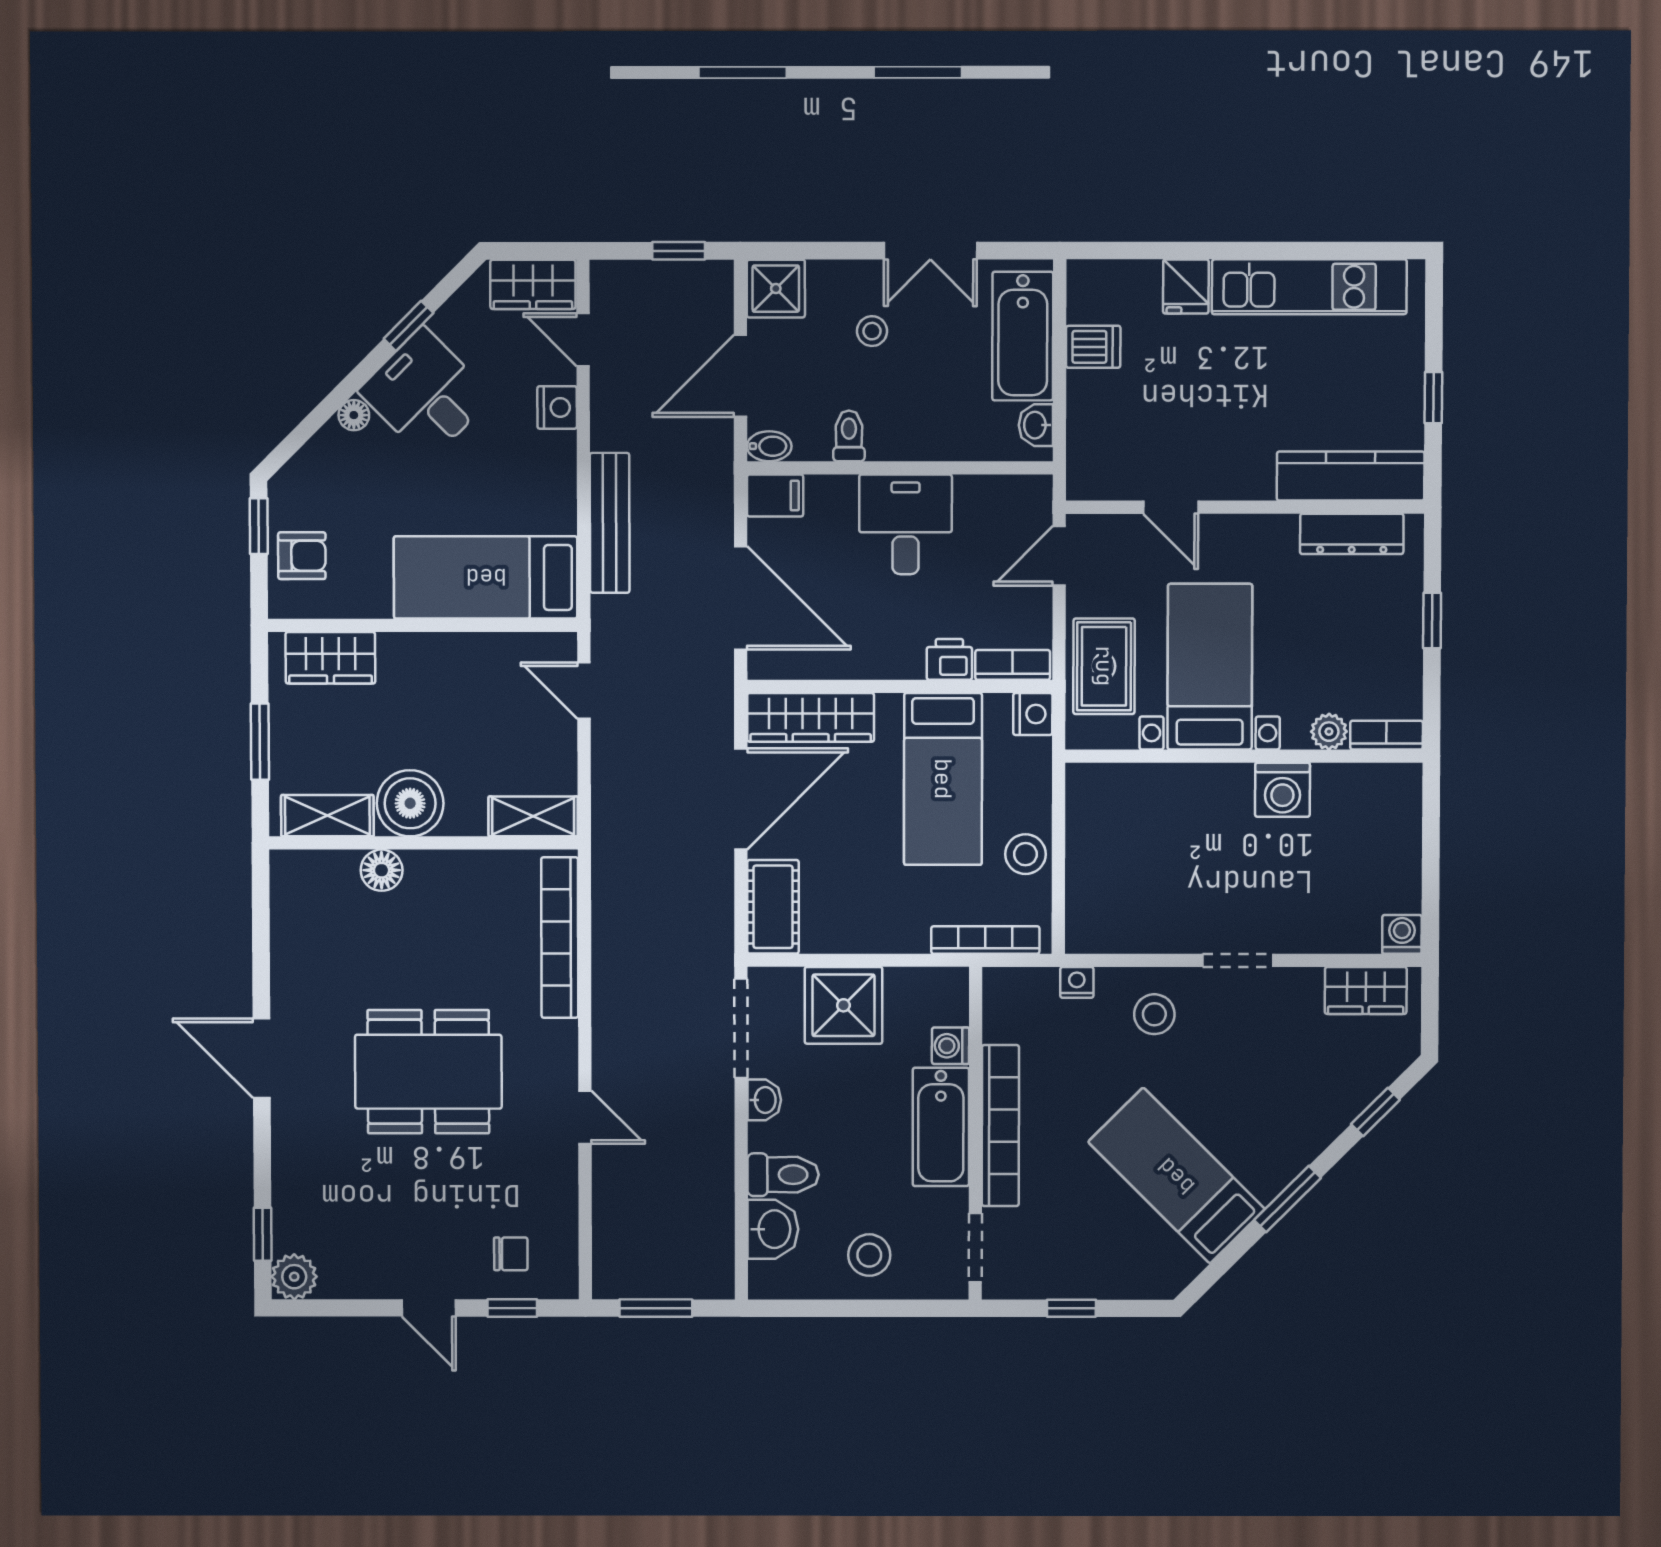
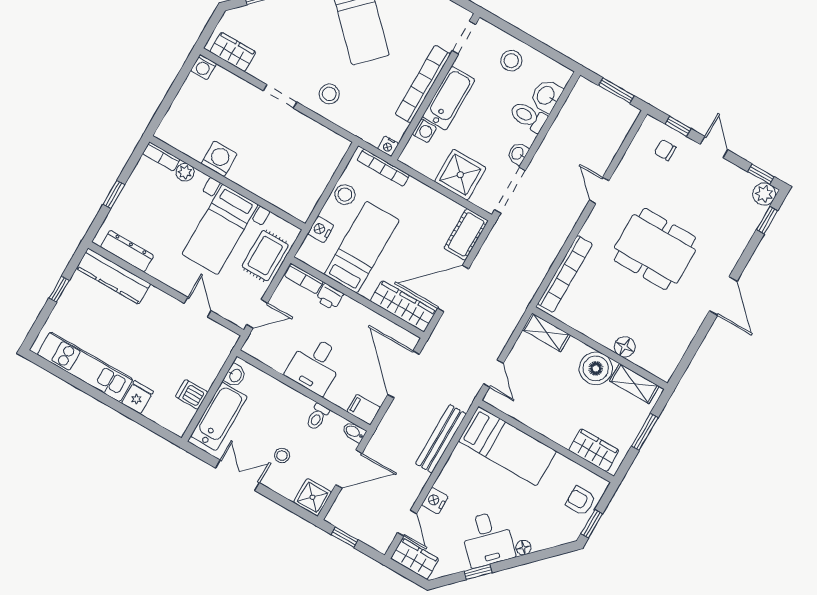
nightstand: (1033, 714) -> (321, 230), moved
nightstand: (1077, 982) -> (388, 146), moved
window: (320, 1308) -> (761, 174), added

